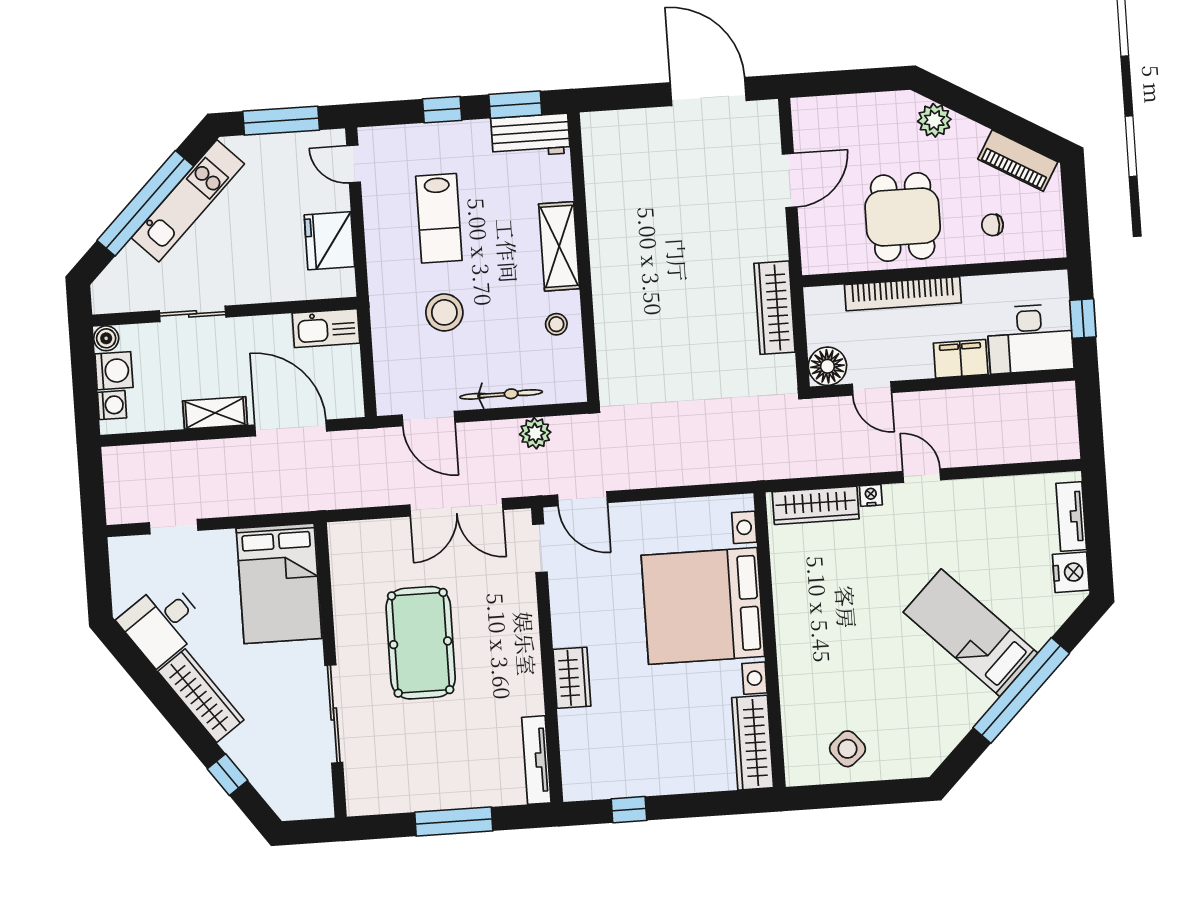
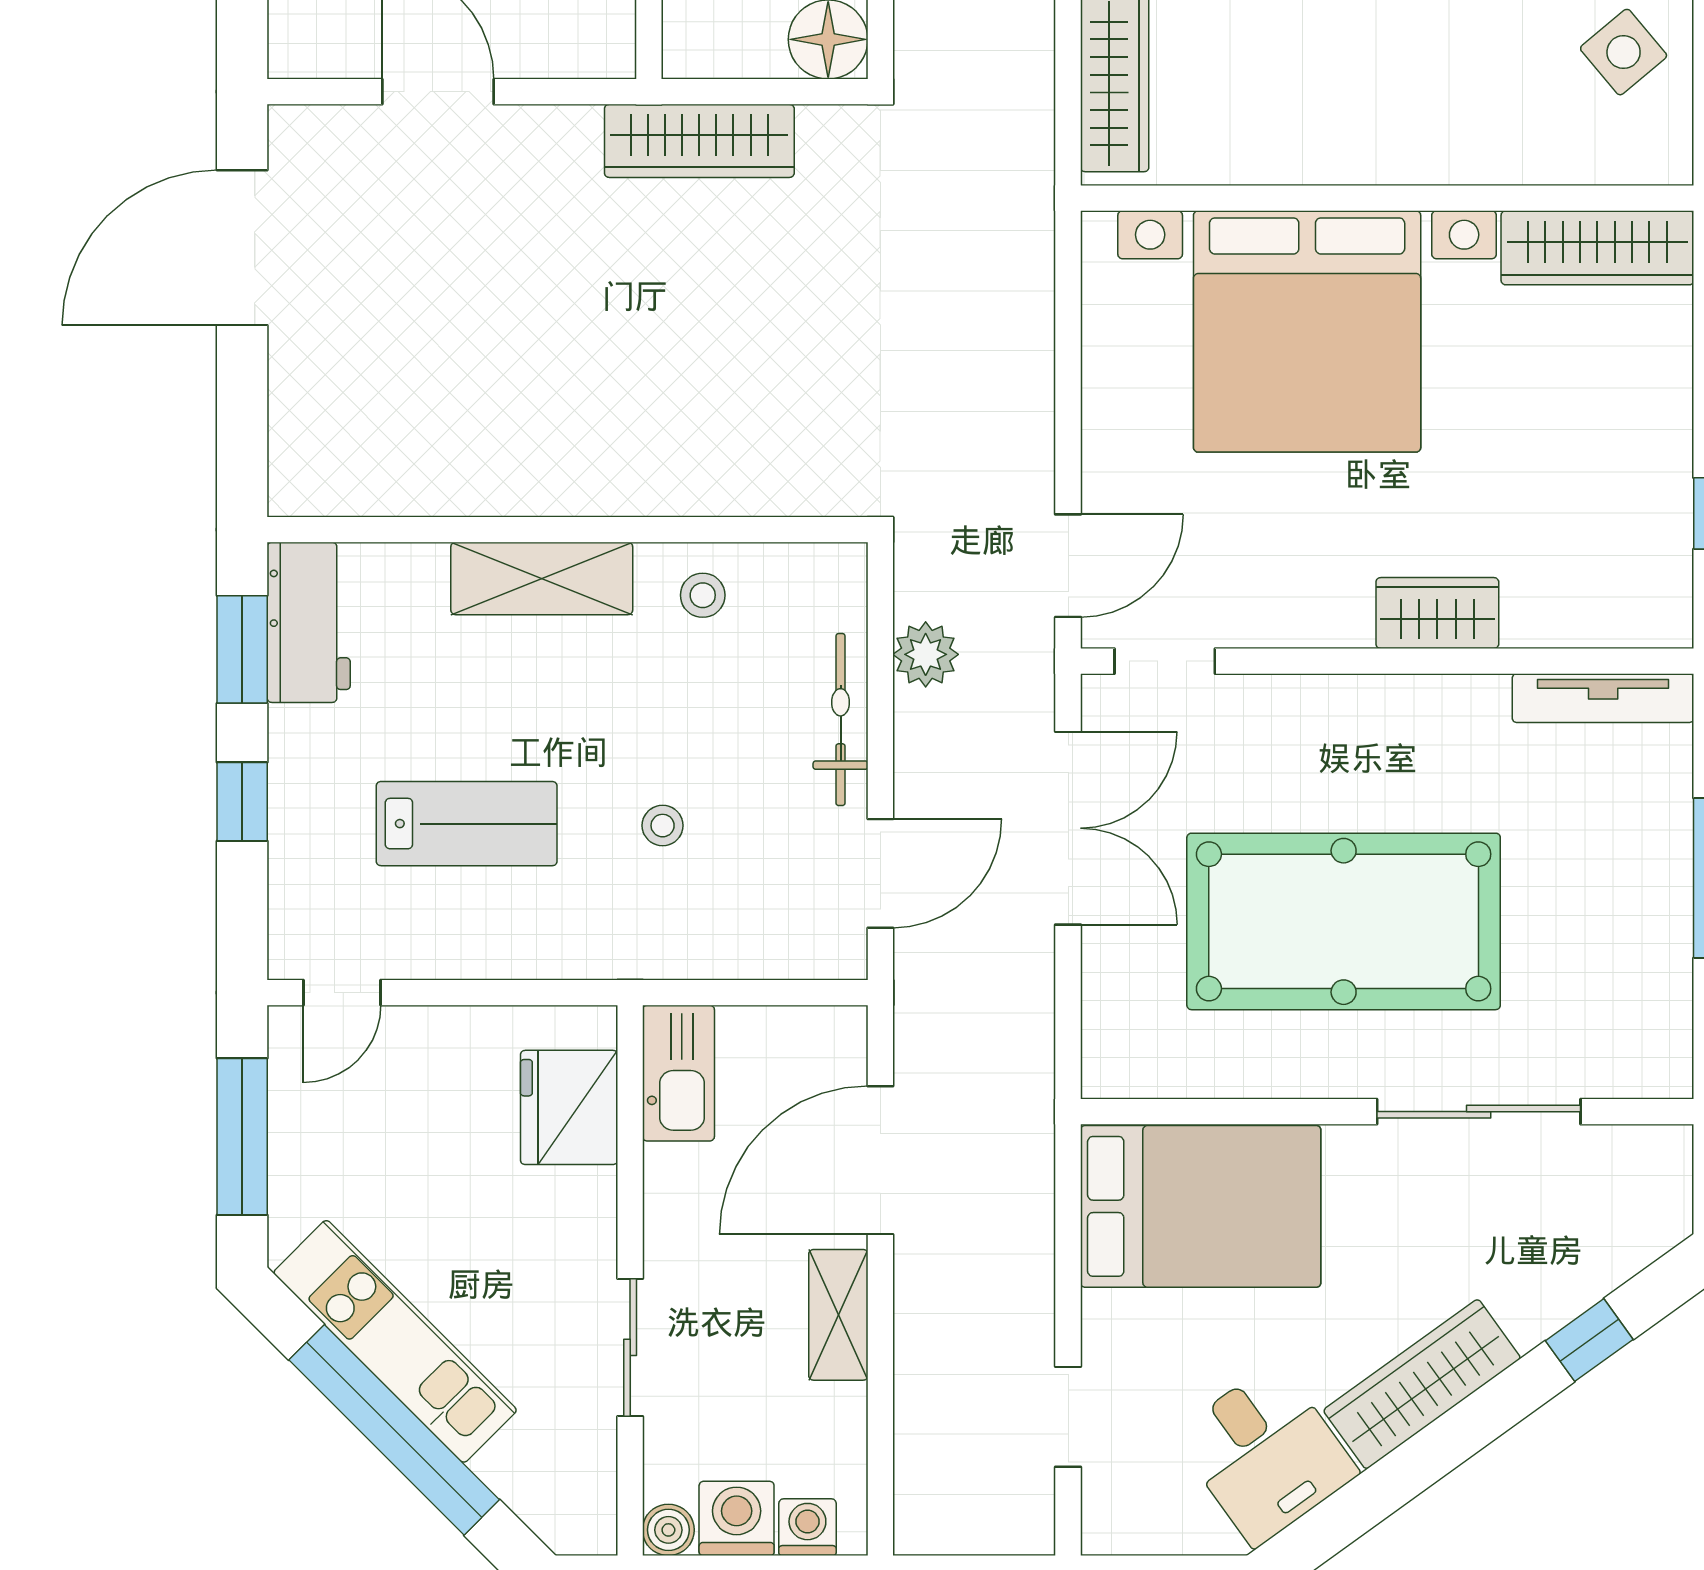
fridge: (329, 241) -> (569, 1107), moved, turned 90
stool: (444, 312) -> (663, 826), width x0.53, depth x0.53
pool table: (421, 643) -> (1344, 921), width x1.36, depth x1.32

